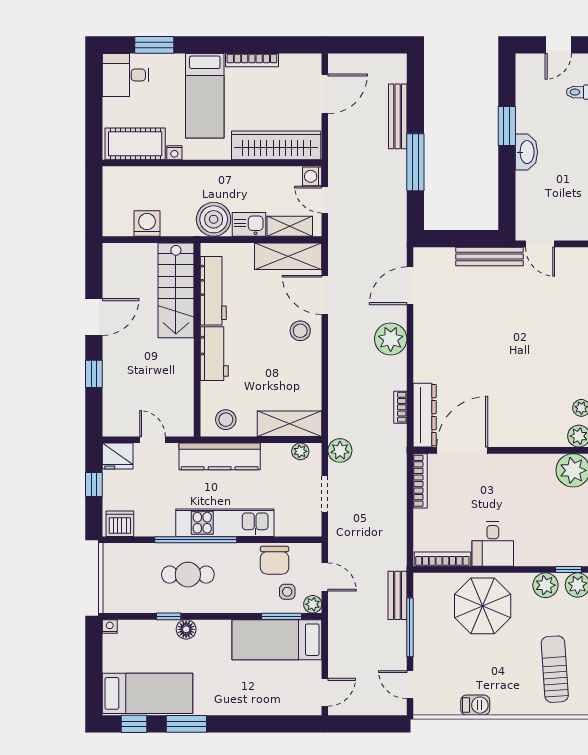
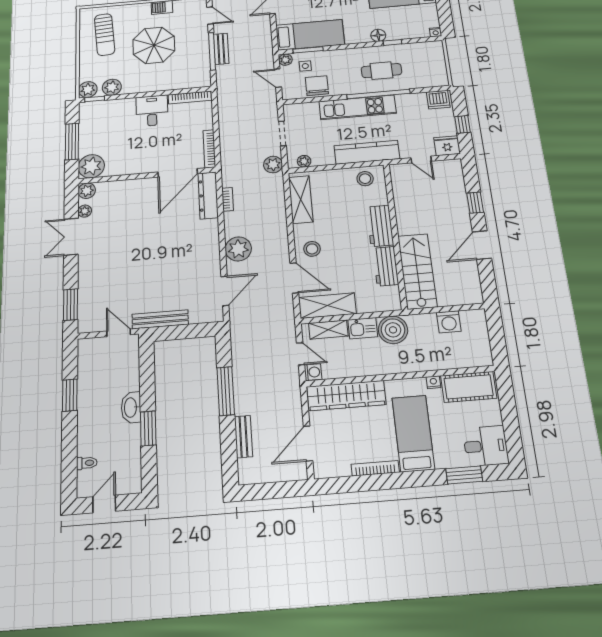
bench: (398, 116) -> (243, 437), width x0.73
workbench: (213, 291) -> (386, 266), width x0.73
shelving: (290, 424) -> (301, 200), moved, turned 90
bench: (397, 595) -> (221, 49), moved
parasol: (483, 606) -> (154, 45), moved

